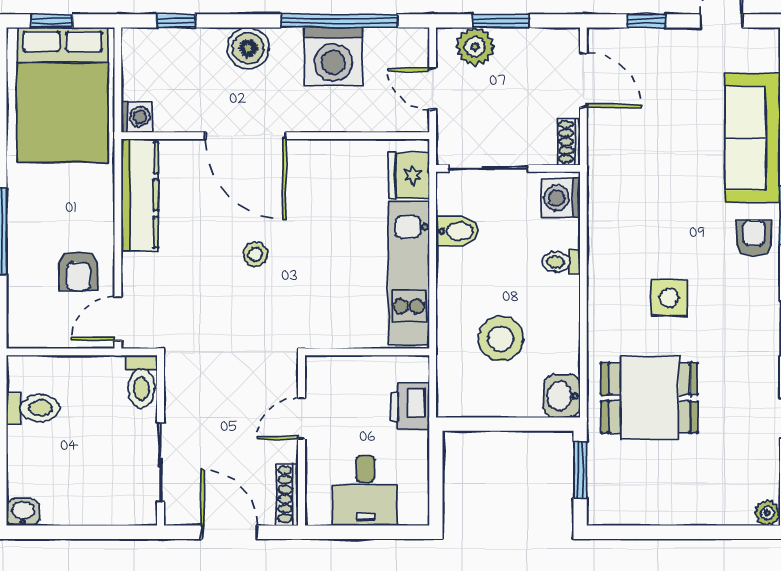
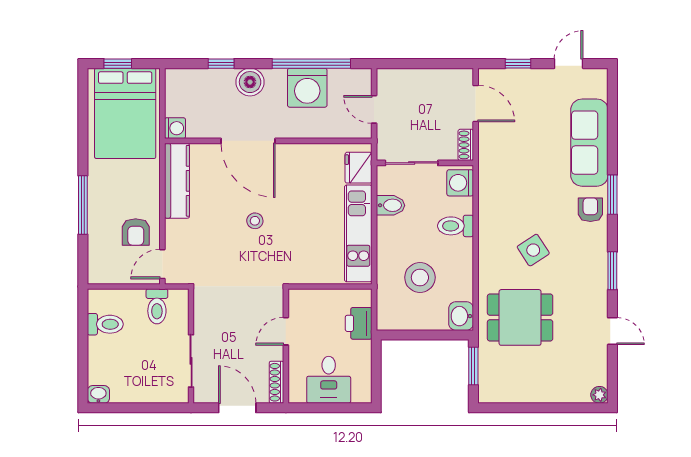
window: (176, 21) -> (221, 64), moved
window: (501, 21) -> (420, 64), removed
plant: (475, 47) -> (403, 81), removed
toilet: (561, 262) -> (456, 226), width x1.37, depth x1.39
side table: (669, 298) -> (533, 250), turned -33
toilet: (141, 381) -> (157, 306), moved

